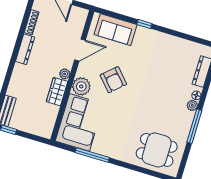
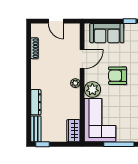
dresser: (25, 49) -> (36, 102), moved
armchair: (113, 80) -> (118, 76), turned 132
wardrobe: (57, 92) -> (73, 131), moved

